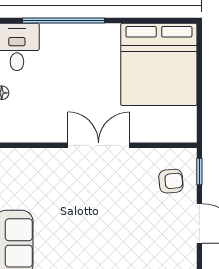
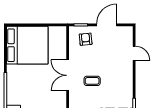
coffee table: (87, 194) -> (92, 81), added

